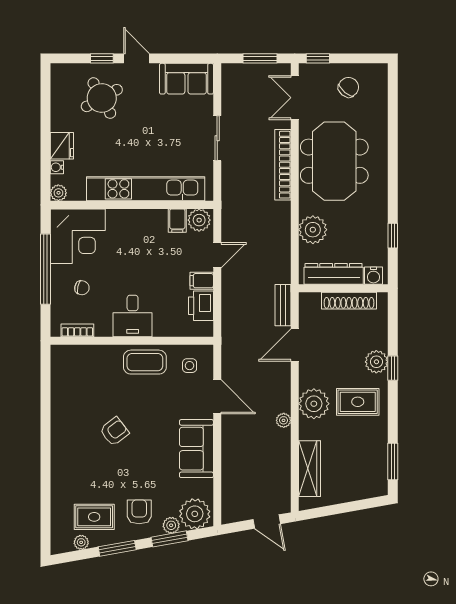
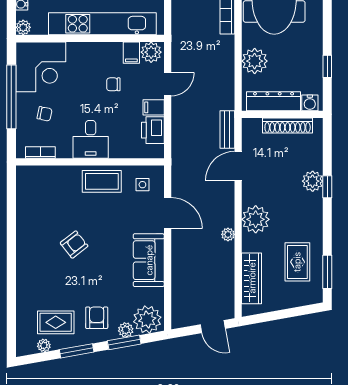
chair: (158, 255) -> (113, 84), added
rug: (358, 402) -> (297, 262), moved, turned 90

